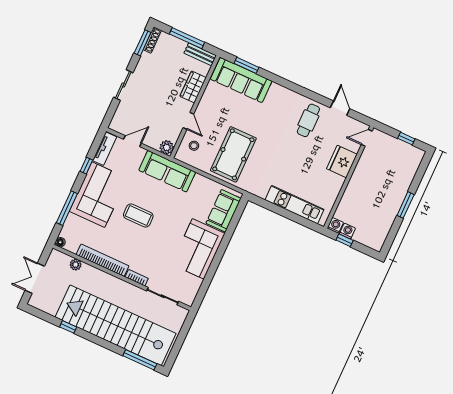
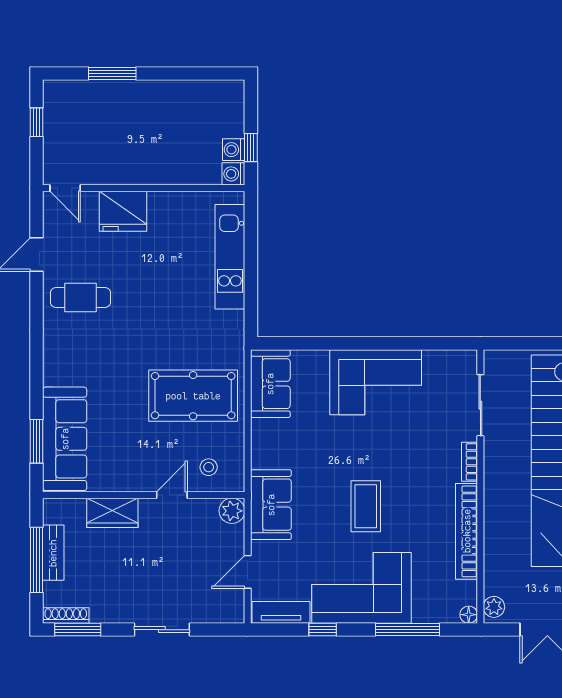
bench: (200, 54) -> (53, 553), moved
door: (132, 141) -> (248, 572), hinge flipped
sofa: (167, 171) -> (271, 505), width x0.73
window: (406, 205) -> (112, 73), moved
sofa: (223, 211) -> (270, 384), moved, turned -90
plant: (76, 265) -> (494, 607), moved

